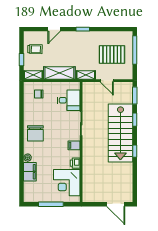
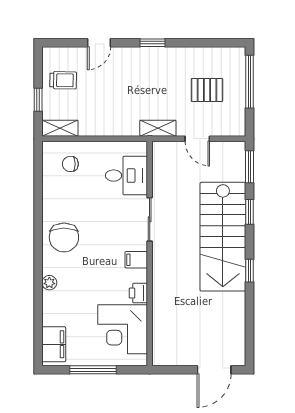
pallet: (112, 54) -> (207, 90), width x0.67, depth x0.71
shelving: (59, 73) -> (109, 125), removed
filing cabinet: (30, 172) -> (54, 344), moved
door: (116, 204) -> (214, 370), hinge flipped

